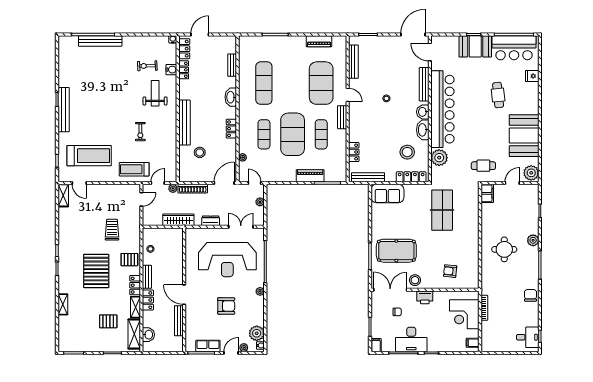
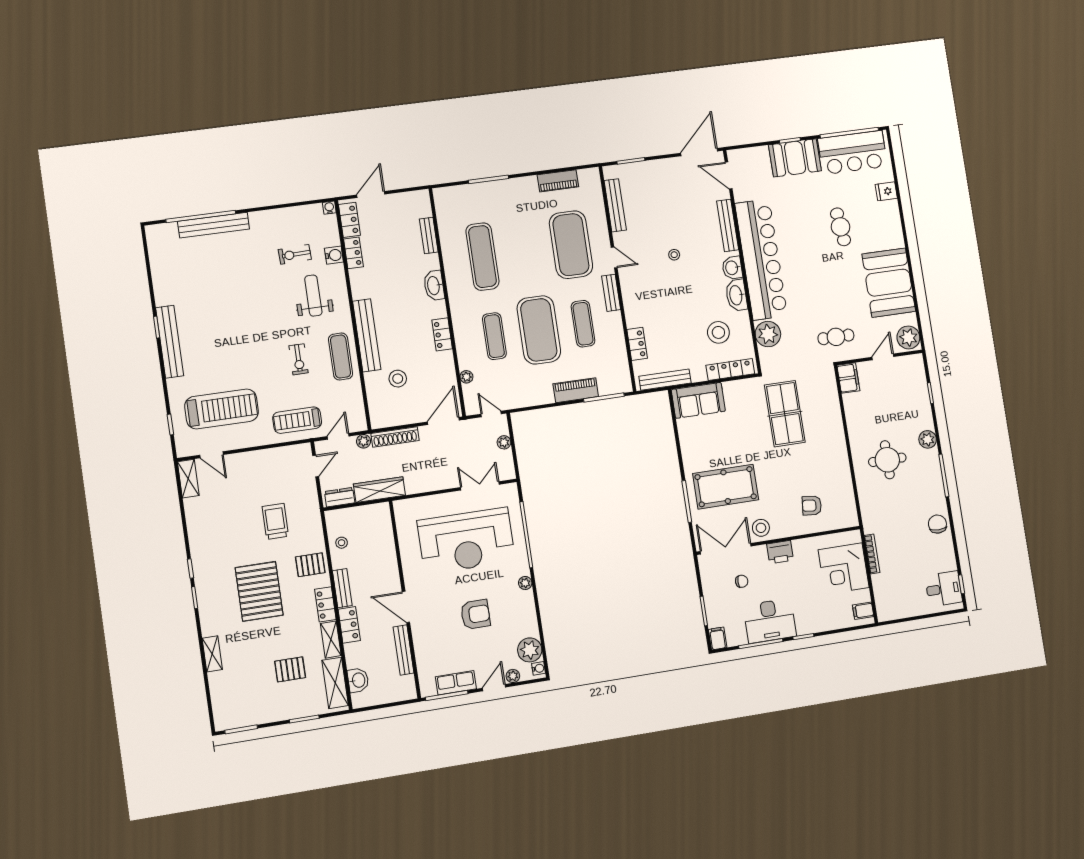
exercise mat: (166, 134) -> (341, 356), added
dresser: (211, 221) -> (340, 497), moved

